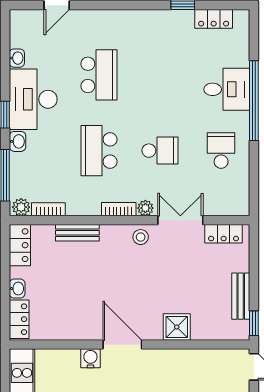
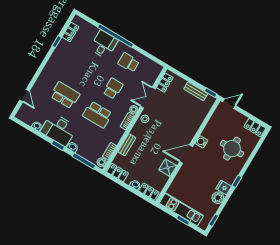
shower: (177, 327) -> (168, 168), moved
water cooler: (90, 358) -> (201, 142), moved

